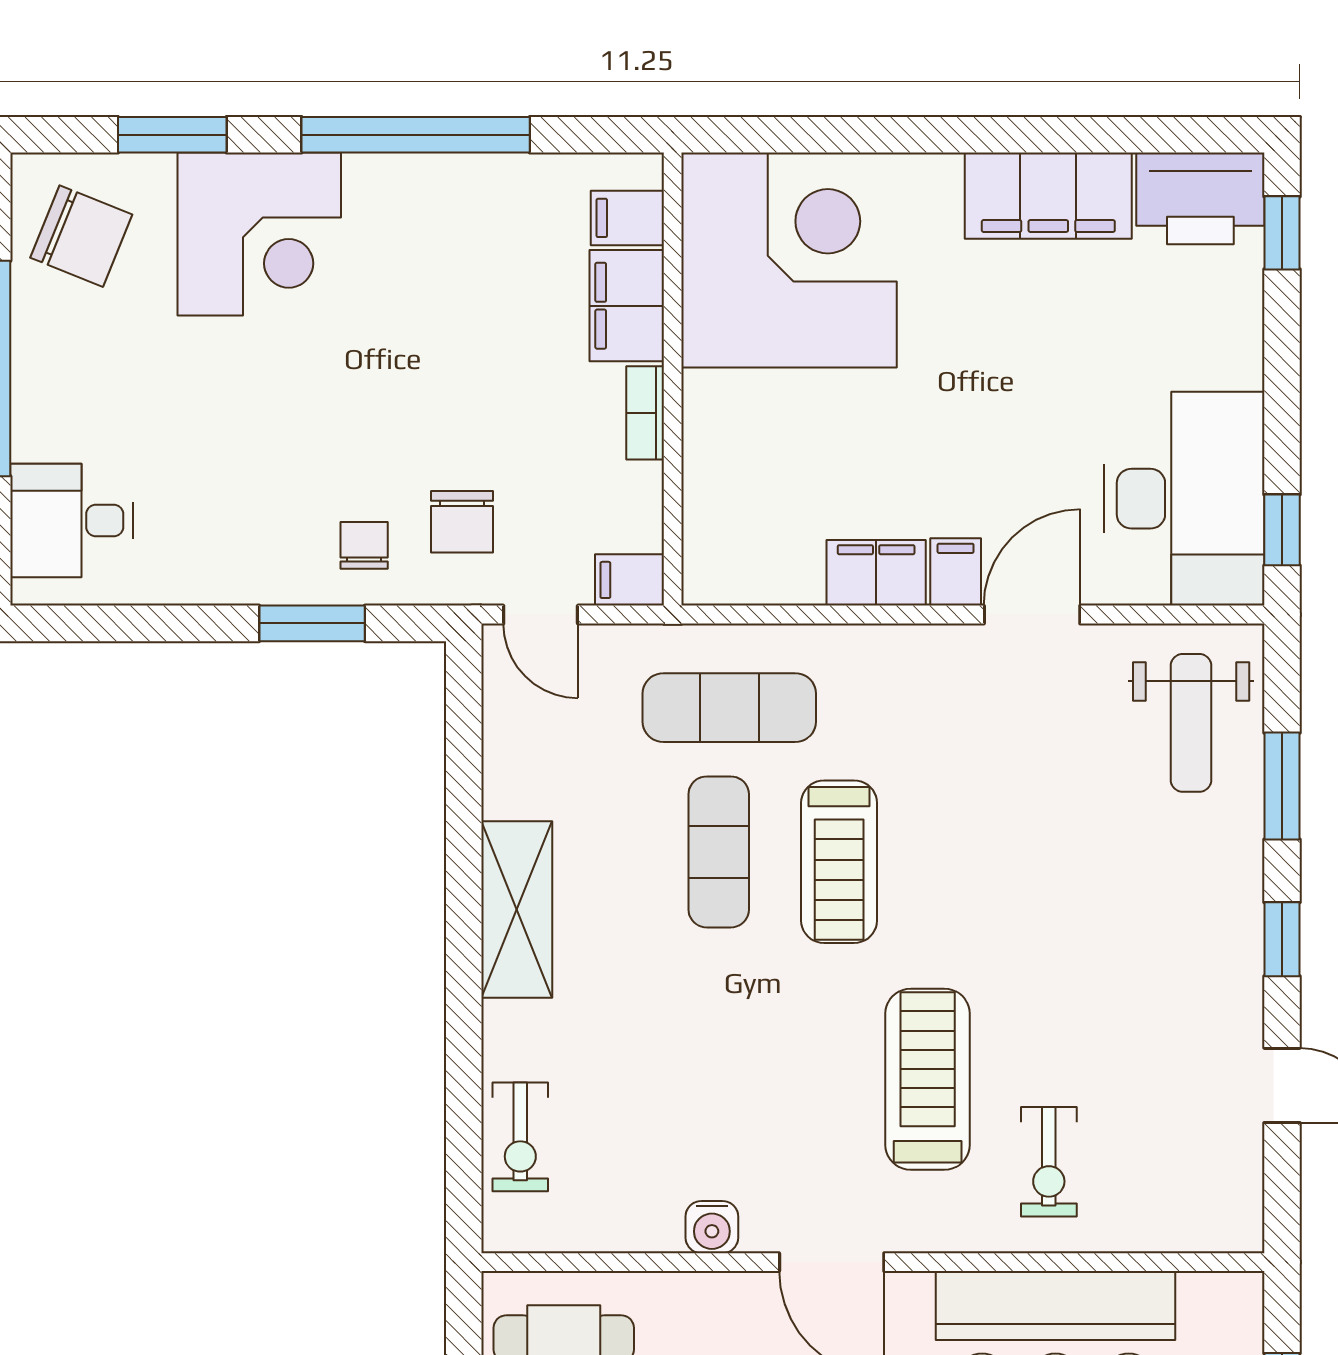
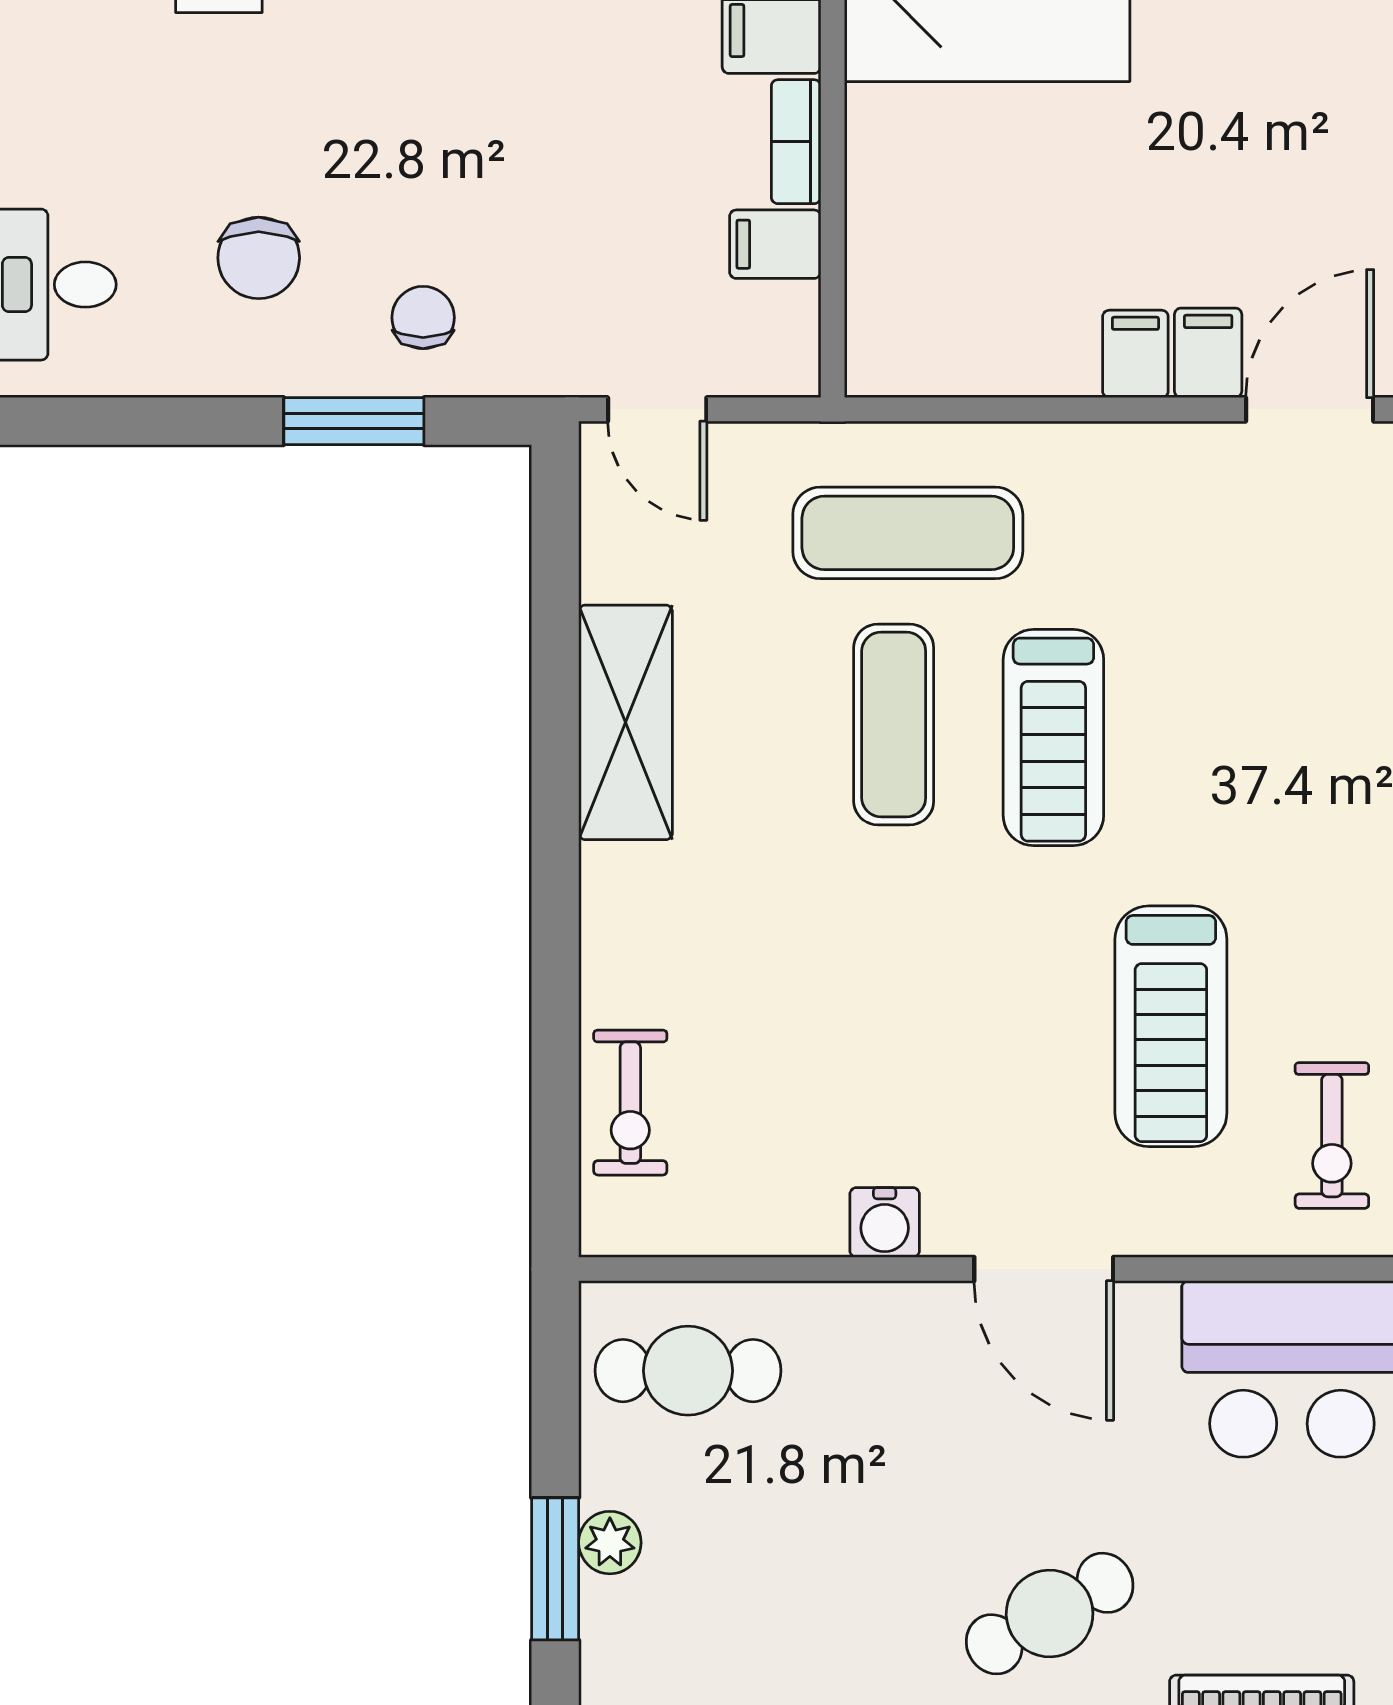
chair: (462, 522) -> (259, 258), moved
filing cabinet: (876, 573) -> (1135, 354), width x0.50
filing cabinet: (629, 580) -> (775, 244), moved
shelving: (517, 910) -> (626, 722), moved
treadmill: (928, 1079) -> (1171, 1026), turned 180

